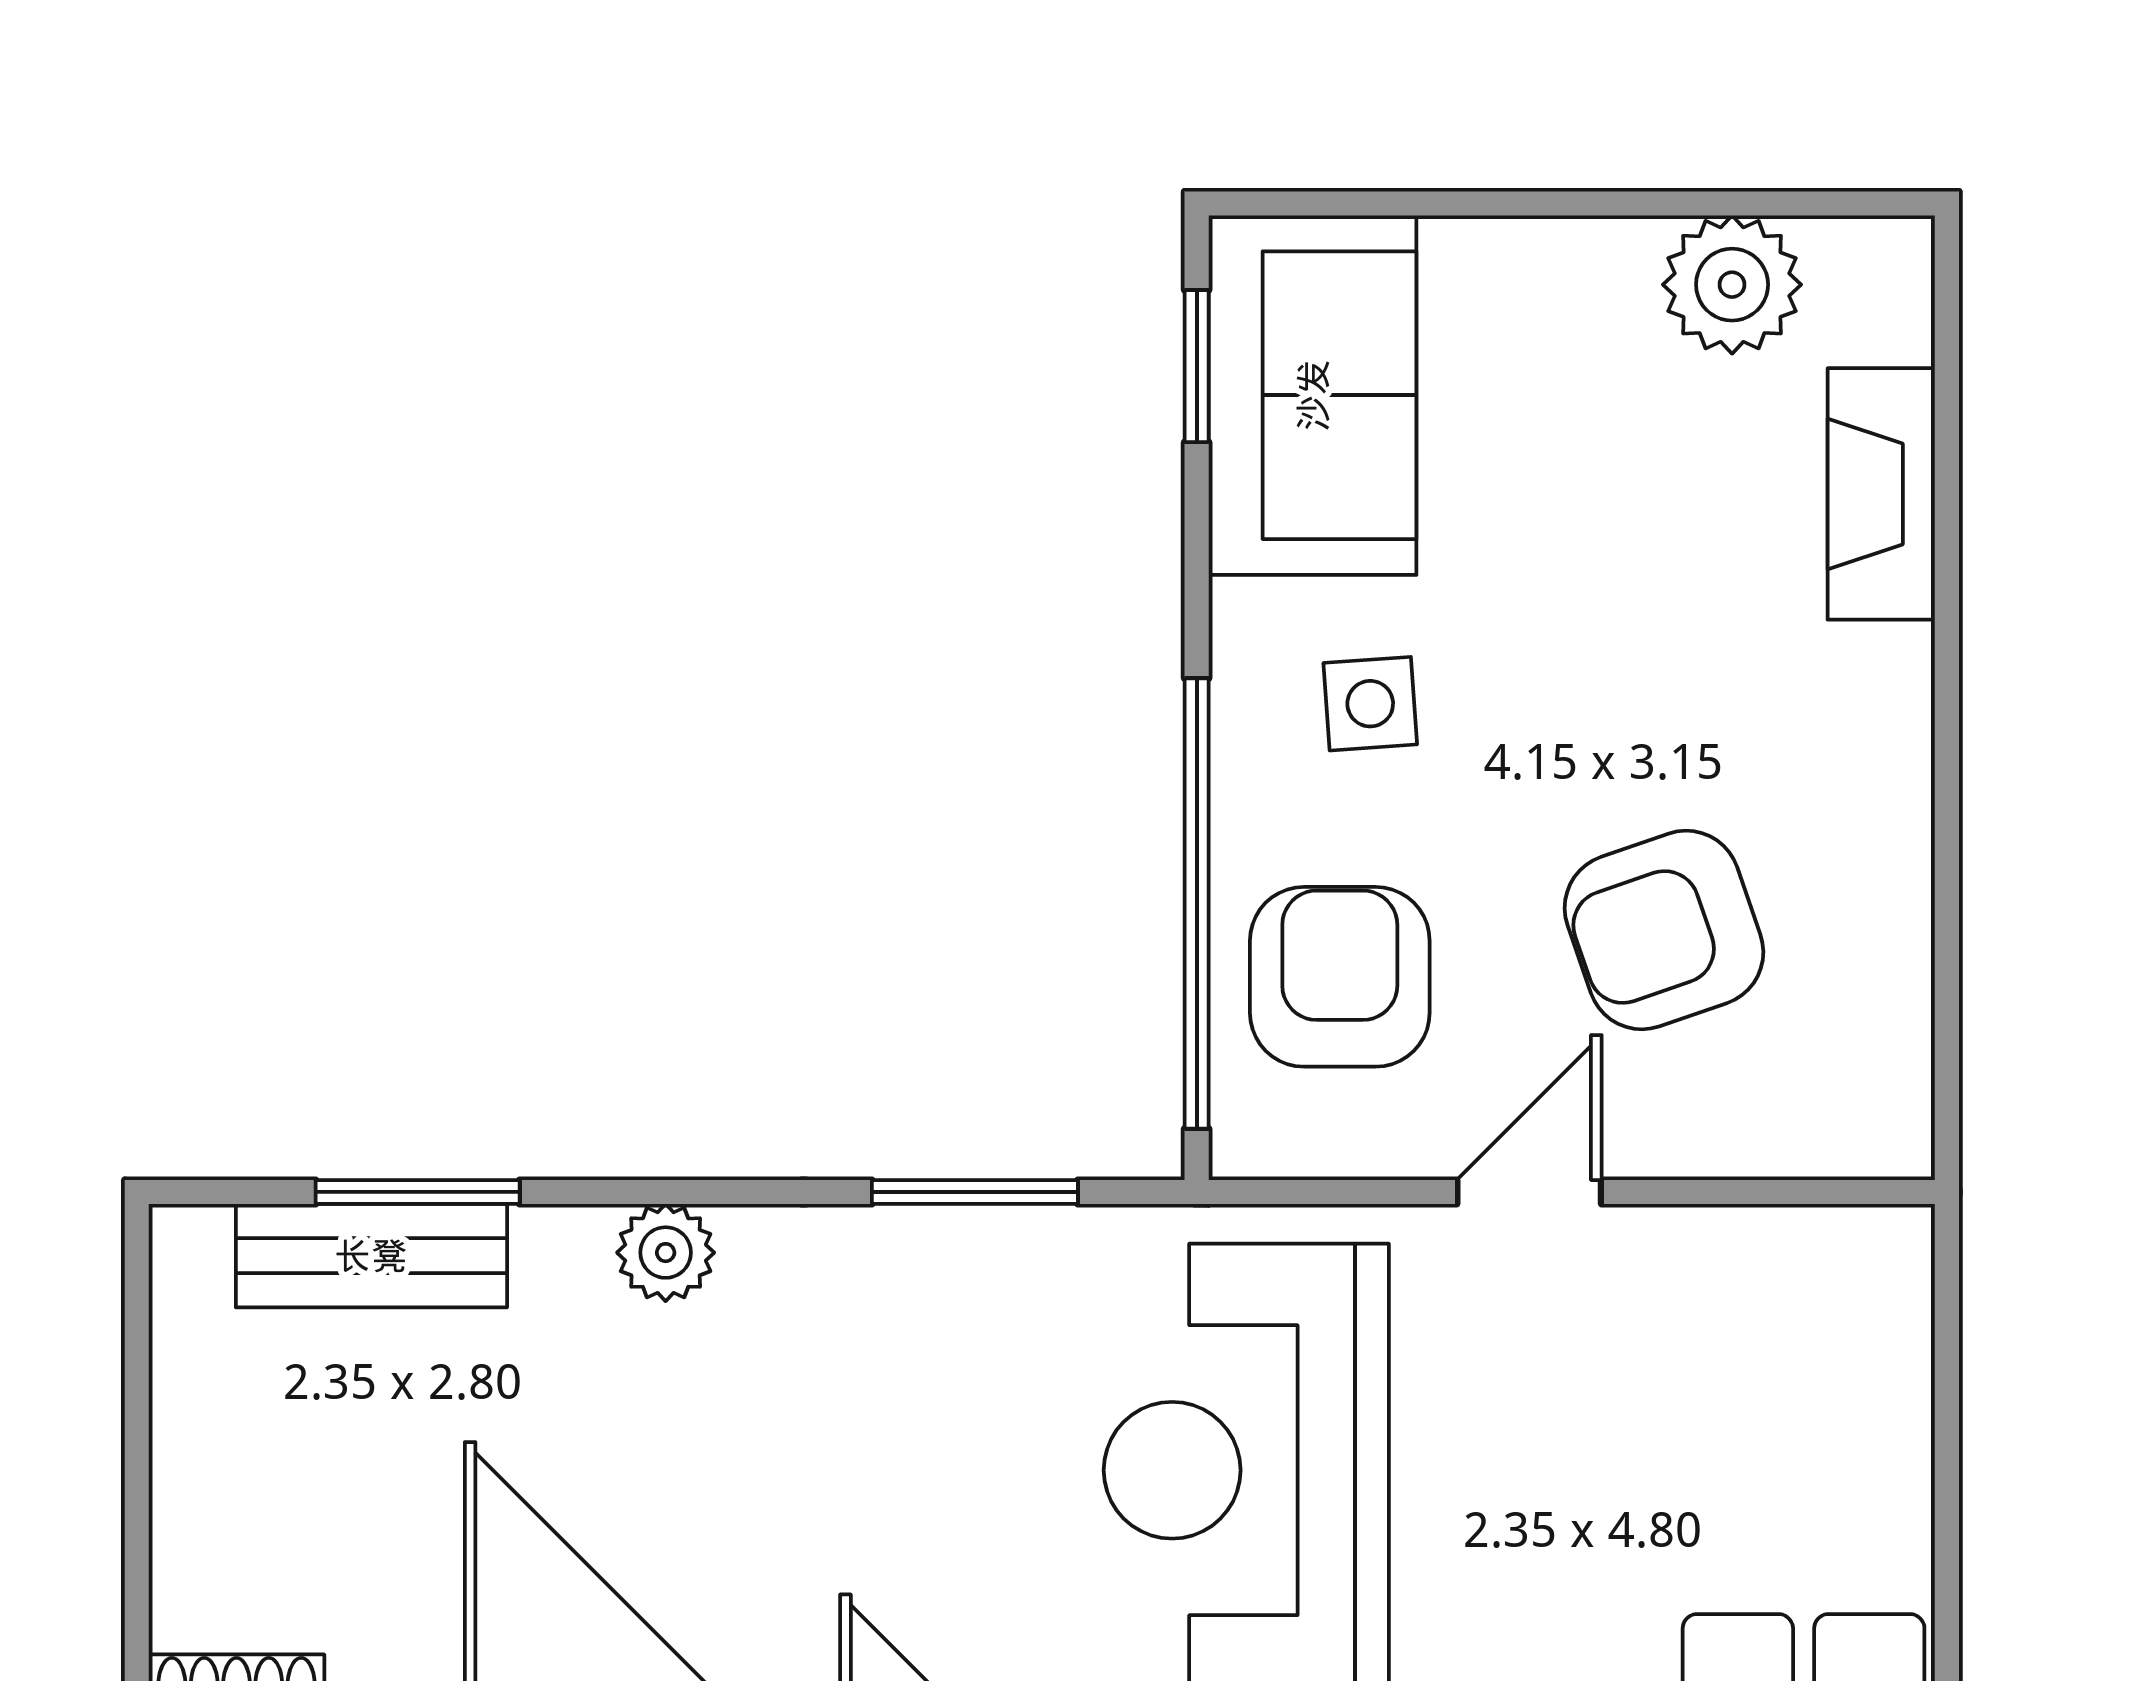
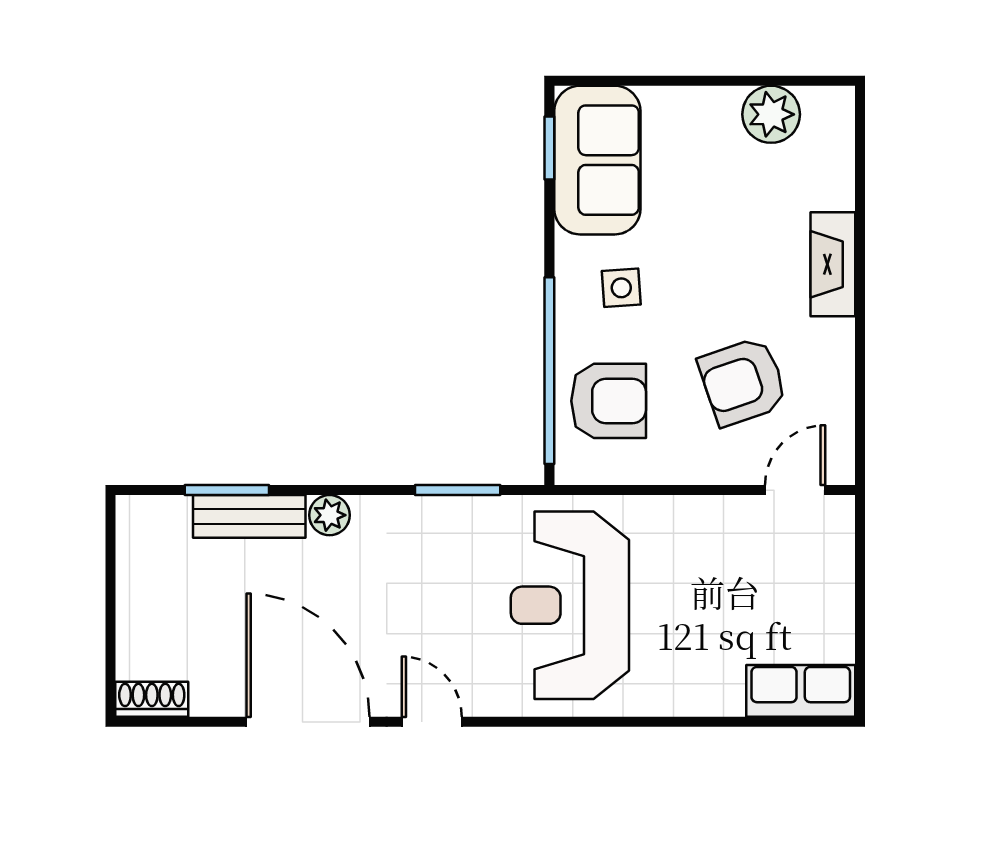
fireplace: (1881, 494) -> (833, 264), moved
armchair: (1340, 977) -> (609, 401), turned 90
door: (1529, 1192) -> (795, 490), moved
bench: (371, 1256) -> (249, 516), moved

